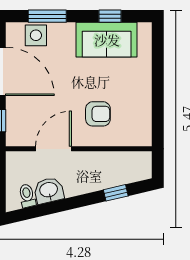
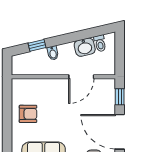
armchair: (98, 114) -> (28, 114), moved, turned 180
bidet: (93, 182) -> (53, 53), added

